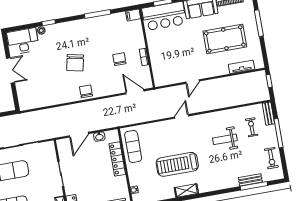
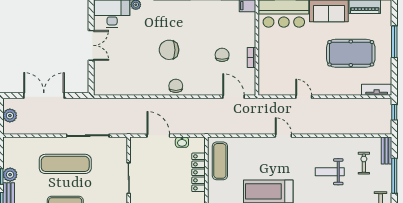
chair: (75, 63) -> (169, 50), turned 78
tv unit: (242, 67) -> (377, 90), moved
door: (193, 82) -> (304, 97), swing flipped
door: (182, 116) -> (283, 136), hinge flipped
door: (79, 135) -> (158, 136), swing flipped

